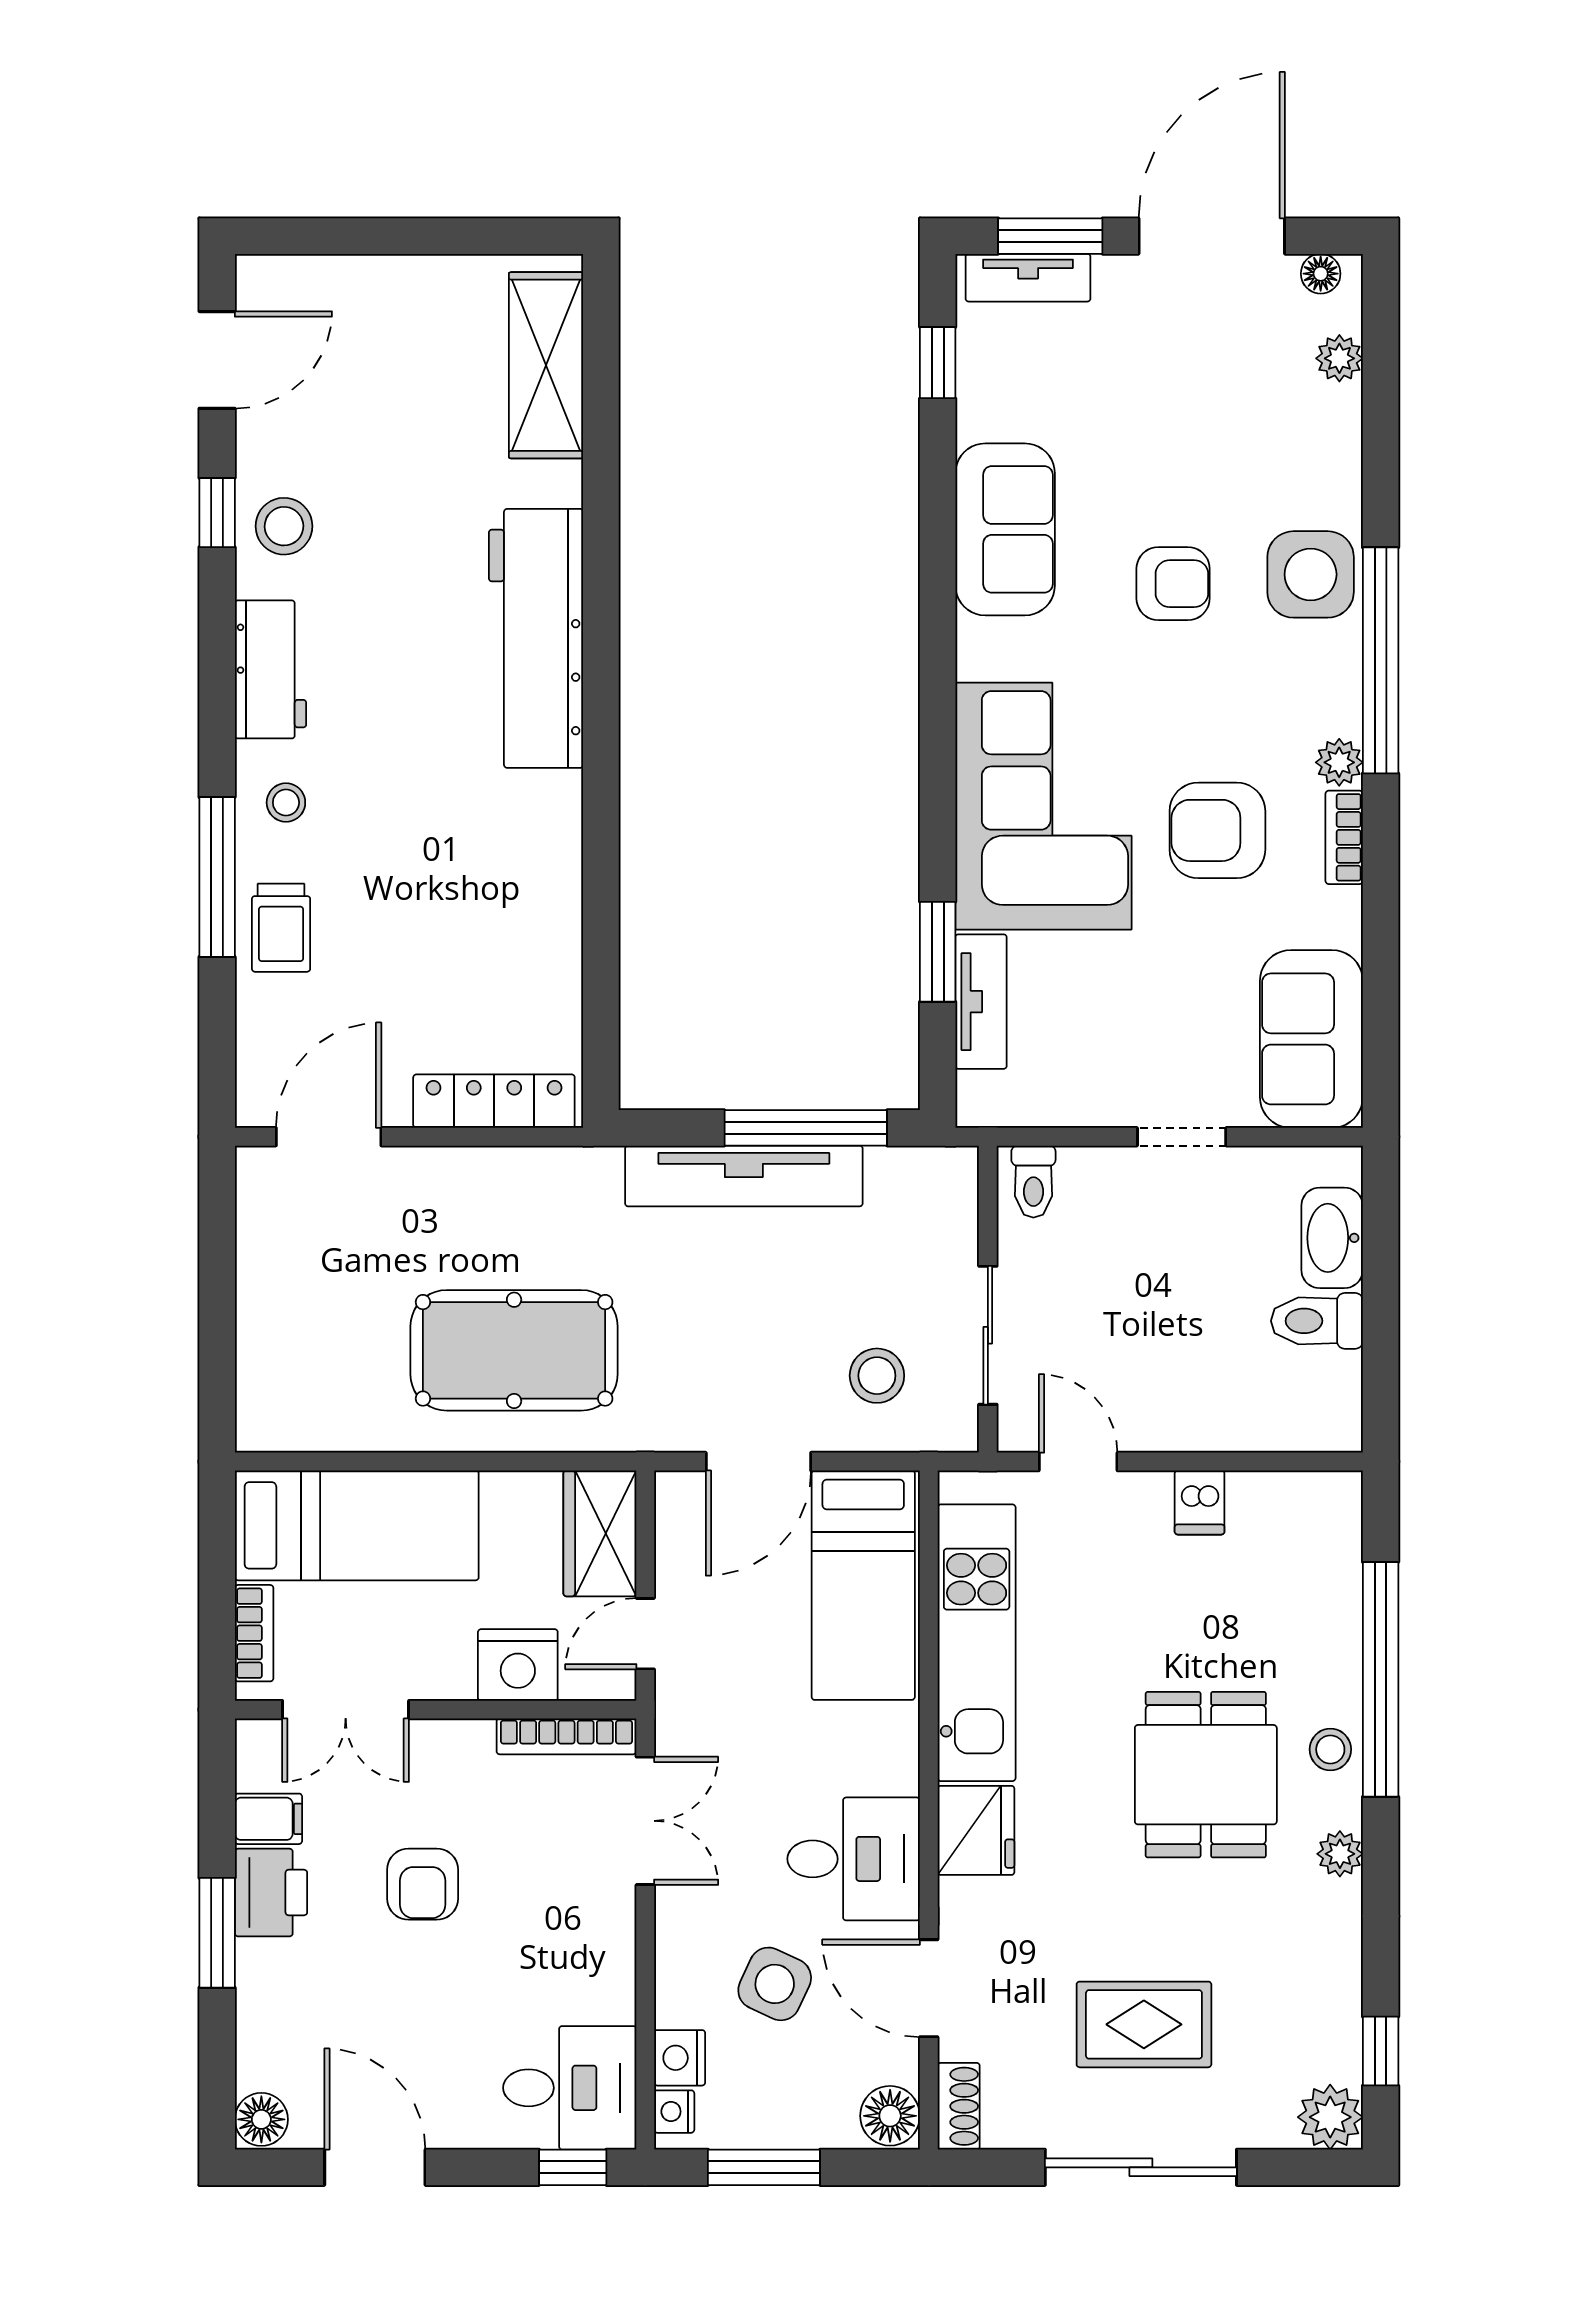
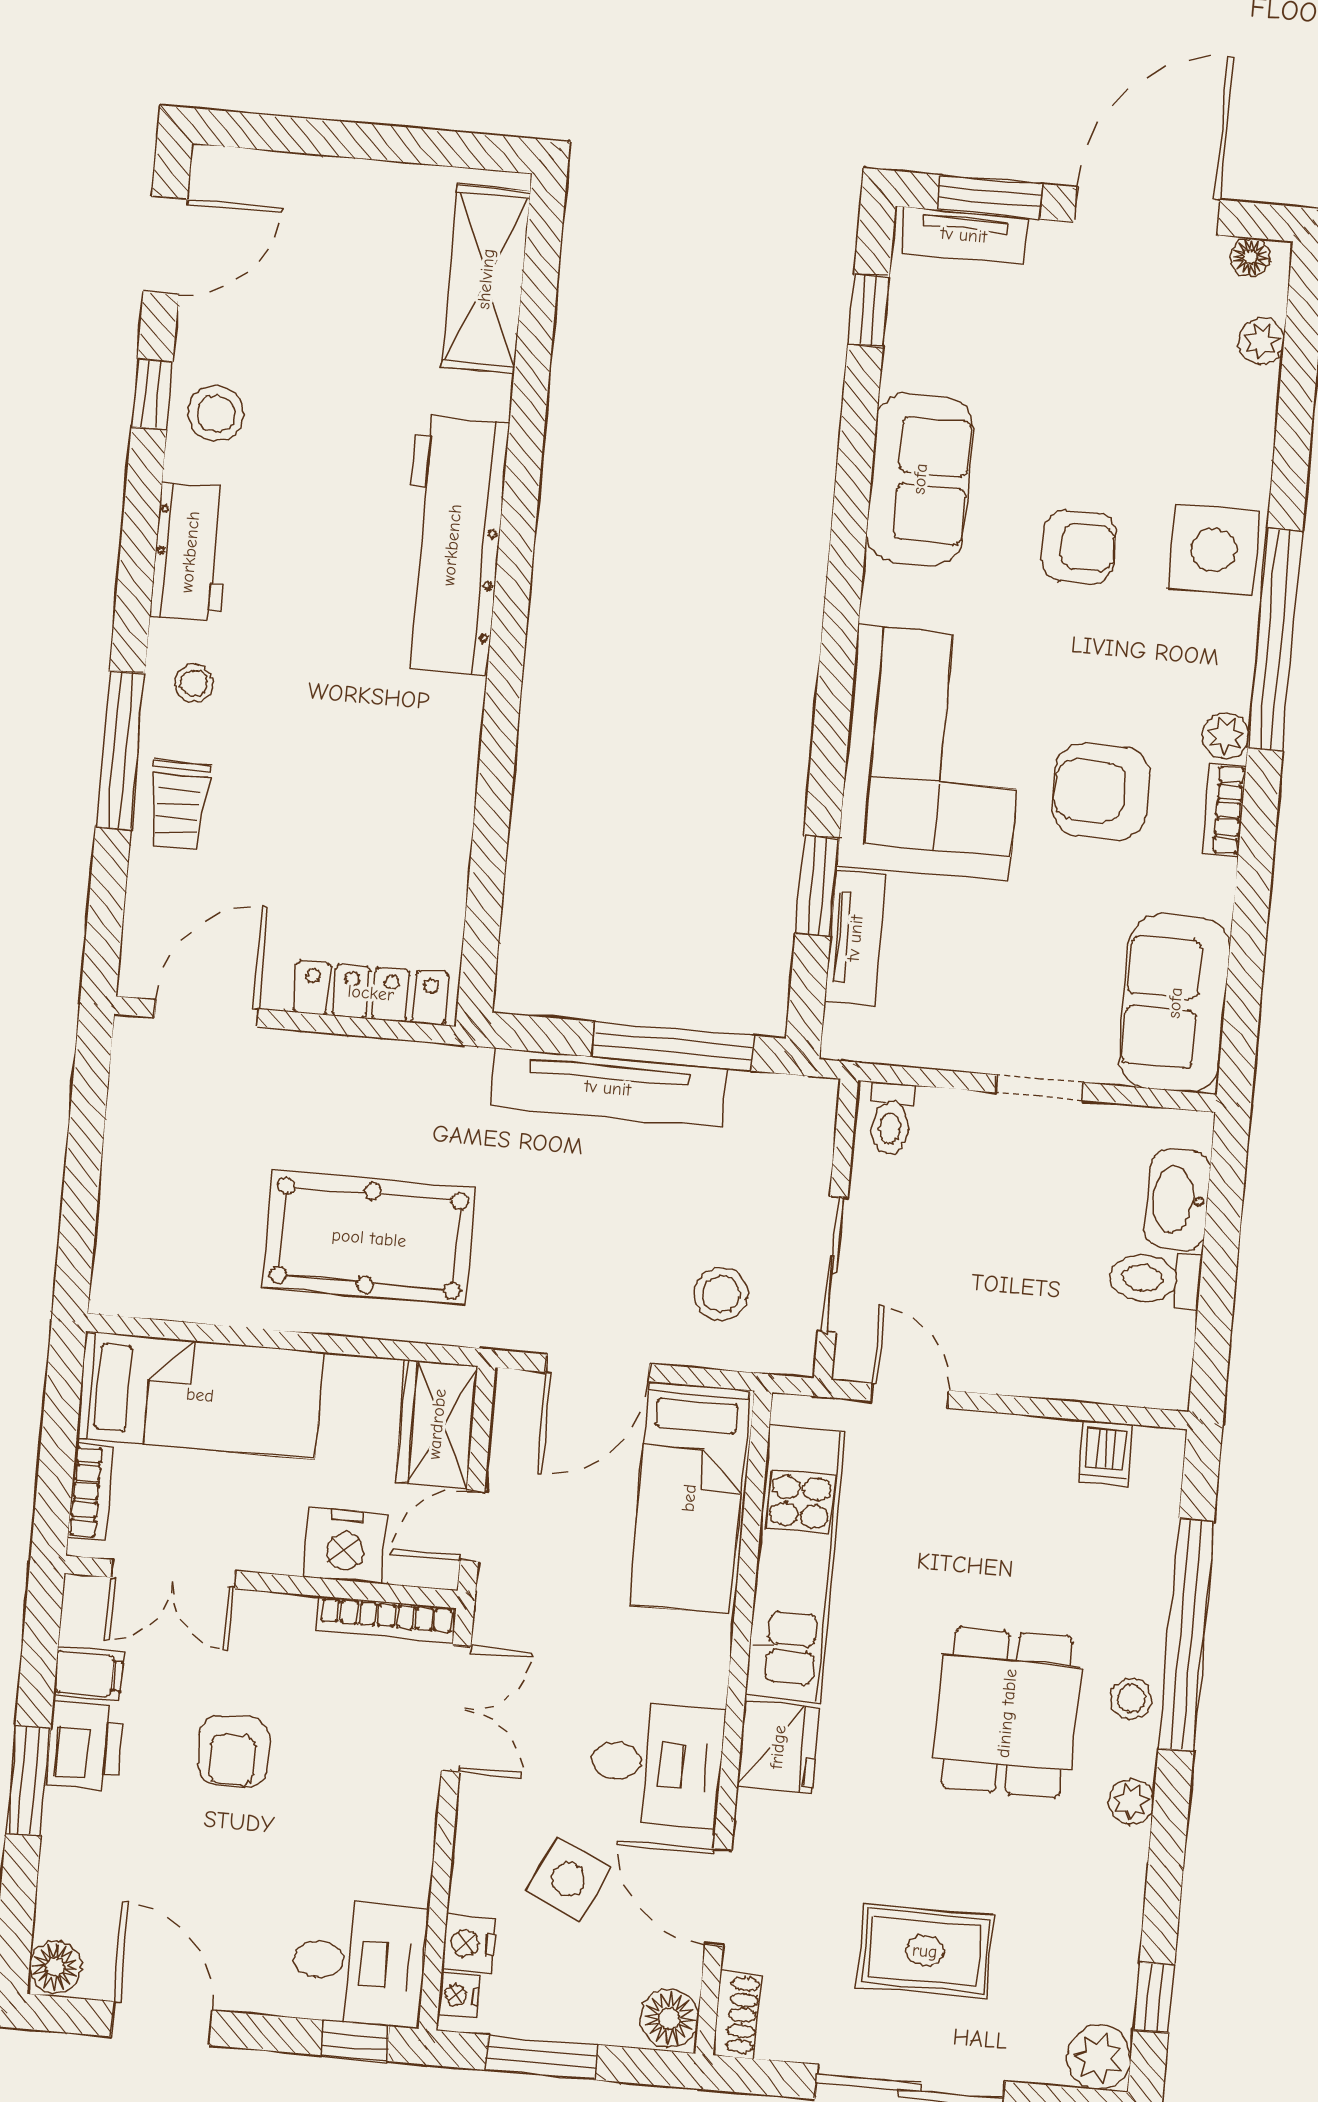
dishwasher: (1200, 1502) -> (1105, 1453), moved

